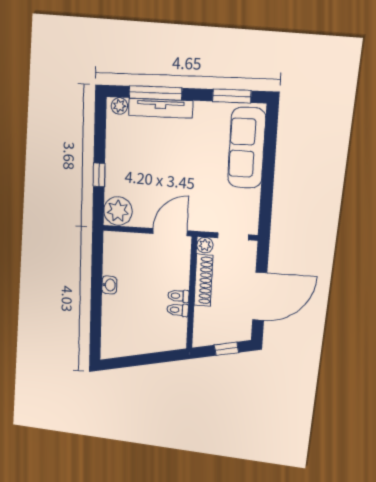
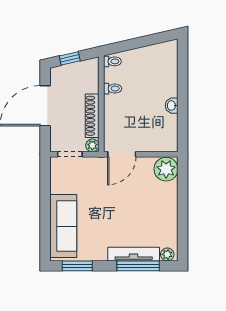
window: (99, 175) -> (183, 198), removed
toilet: (178, 296) -> (112, 61), moved

